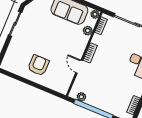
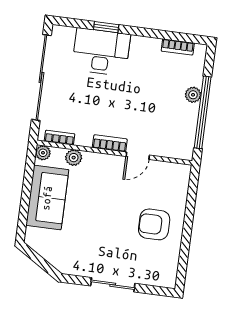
sliding door: (15, 24) -> (113, 285), moved
plant: (81, 97) -> (193, 95), moved

